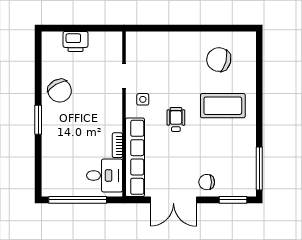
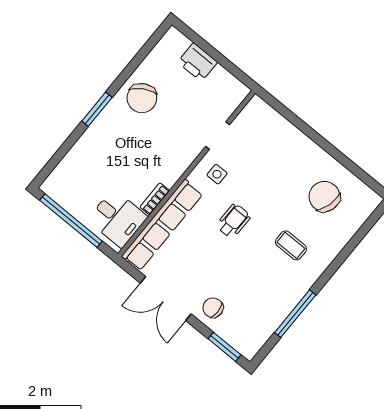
coffee table: (223, 106) -> (291, 245), width x0.54, depth x0.58
window: (259, 168) -> (295, 314), moved

